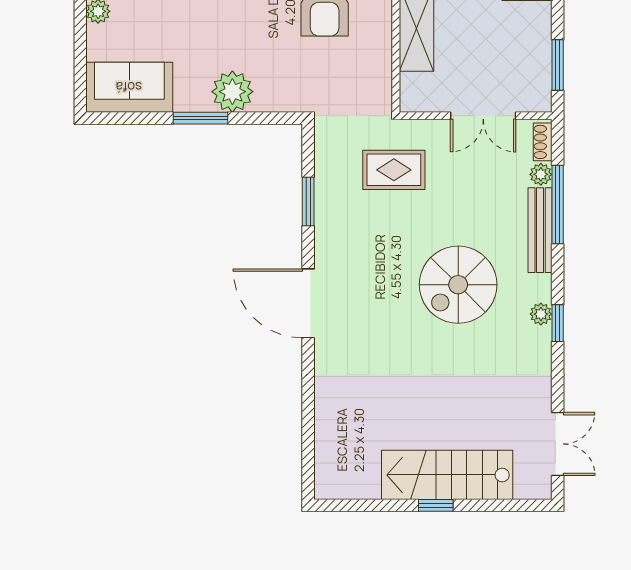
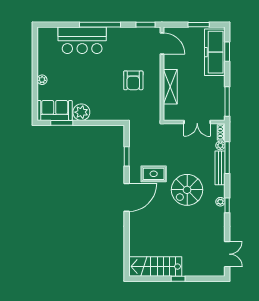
window: (558, 65) -> (227, 101), width x1.44
plant: (232, 92) -> (81, 112), moved
window: (201, 118) -> (62, 123), moved
rug: (394, 170) -> (154, 174), moved
door: (308, 303) -> (127, 197), swing flipped
stairs: (447, 475) -> (155, 267), moved

